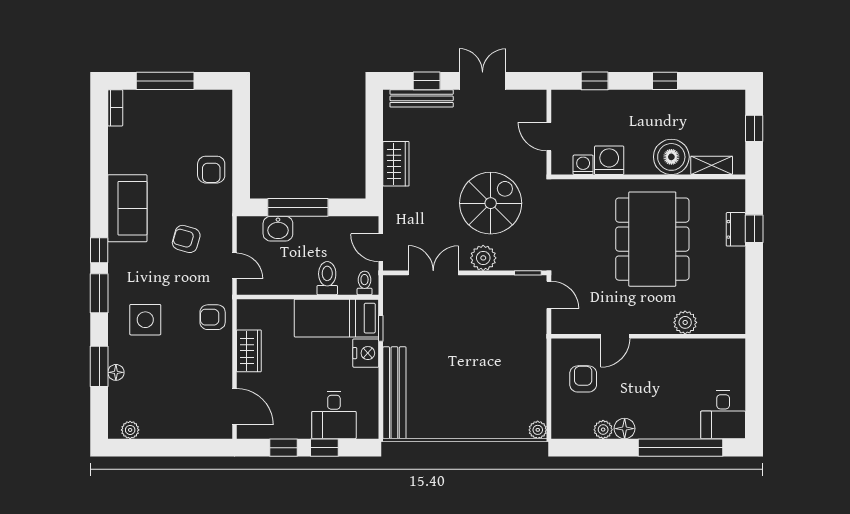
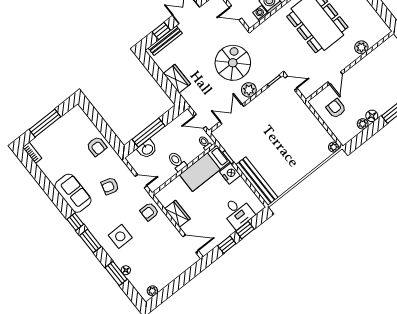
toilet: (327, 278) -> (177, 161), moved

